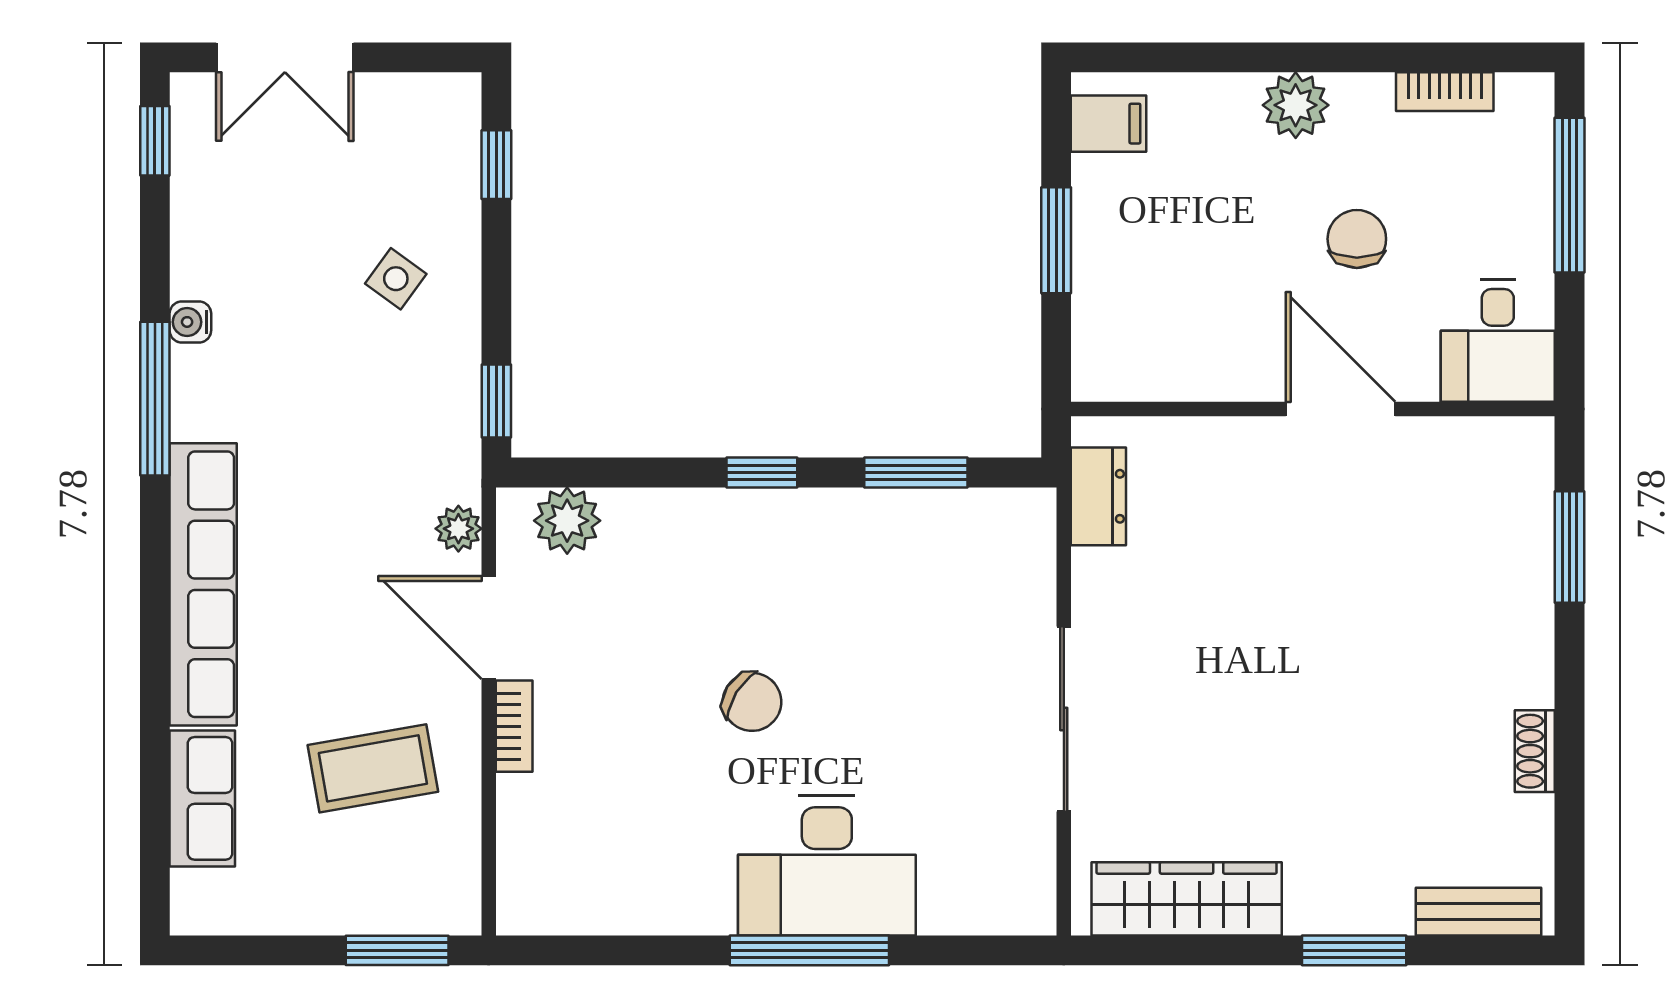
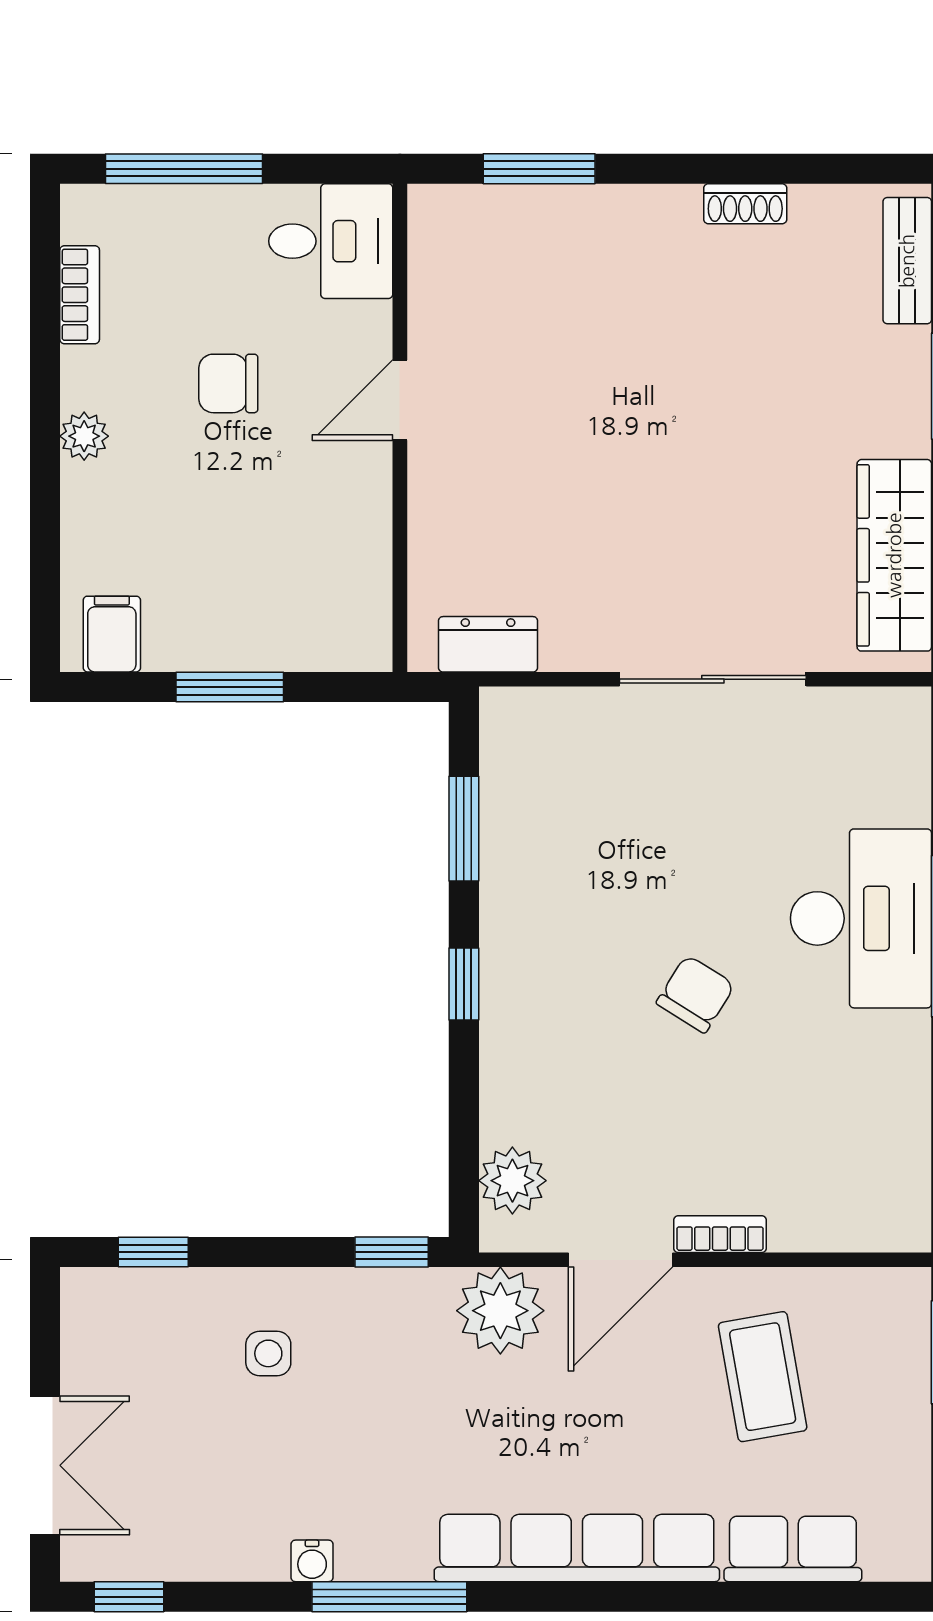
plant: (1296, 105) -> (84, 436), width x0.73, depth x0.73
side table: (396, 279) -> (268, 1353), turned -36
door: (1340, 409) -> (400, 400), width x0.73
plant: (458, 529) -> (500, 1311), width x1.88, depth x1.88

